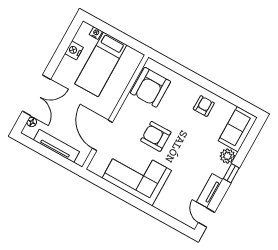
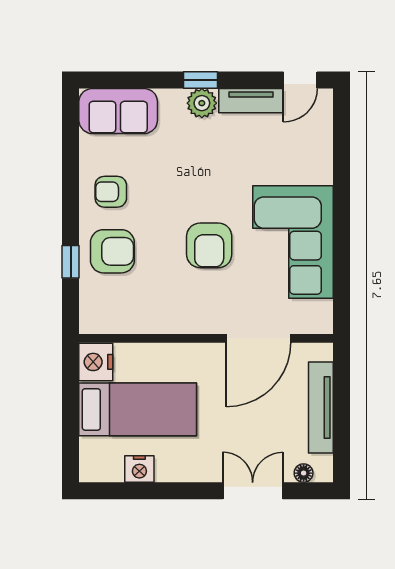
nightstand: (96, 33) -> (96, 362), moved, width x1.89, depth x1.79
window: (183, 71) -> (71, 262), added
armchair: (150, 87) -> (112, 251), moved, width x0.73, depth x0.73
double door: (36, 95) -> (253, 491), width x0.73
plant: (227, 156) -> (202, 103), moved

